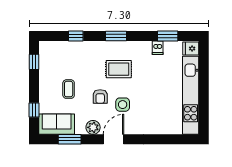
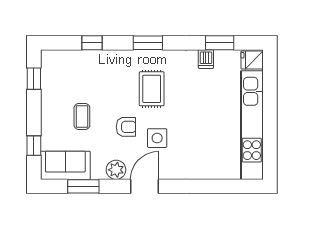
rug: (119, 69) -> (152, 89), turned 90
armchair: (100, 97) -> (126, 127), turned -90

